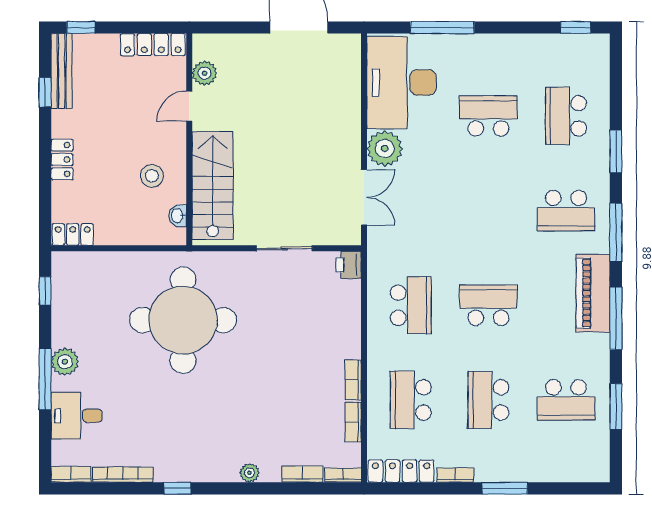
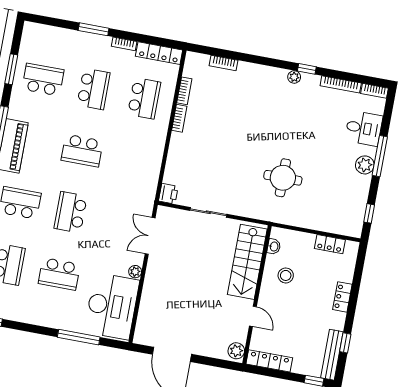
plant: (205, 73) -> (236, 351), moved
door: (189, 106) -> (253, 316), hinge flipped
plant: (385, 149) -> (135, 272), width x0.53, depth x0.53
locker: (73, 235) -> (330, 244), moved
school desk: (411, 305) -> (71, 212), moved
round table: (183, 320) -> (283, 178), width x0.54, depth x0.54
plant: (249, 473) -> (294, 77), moved
bookcase: (343, 475) -> (197, 57), removed

